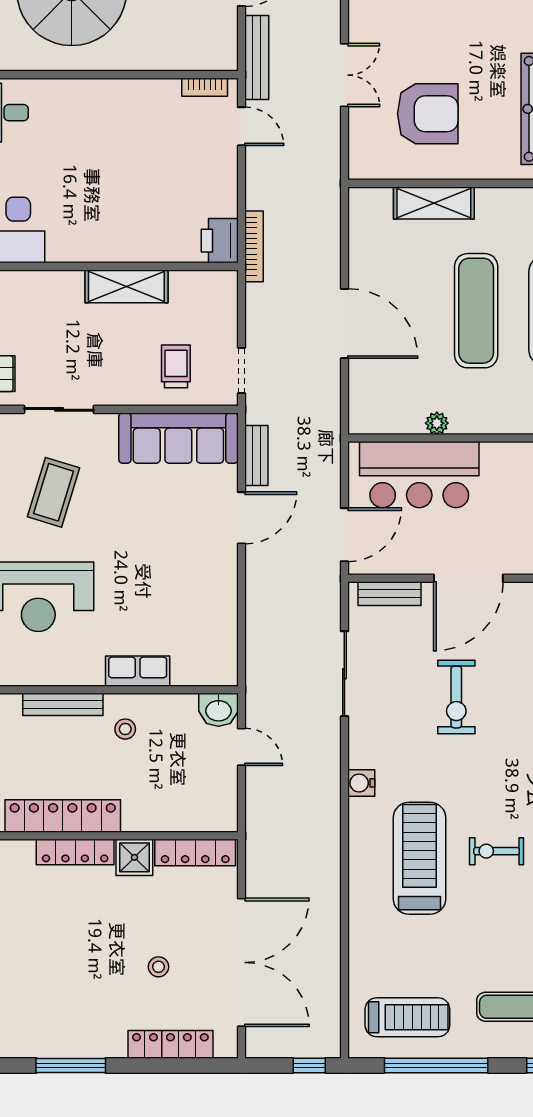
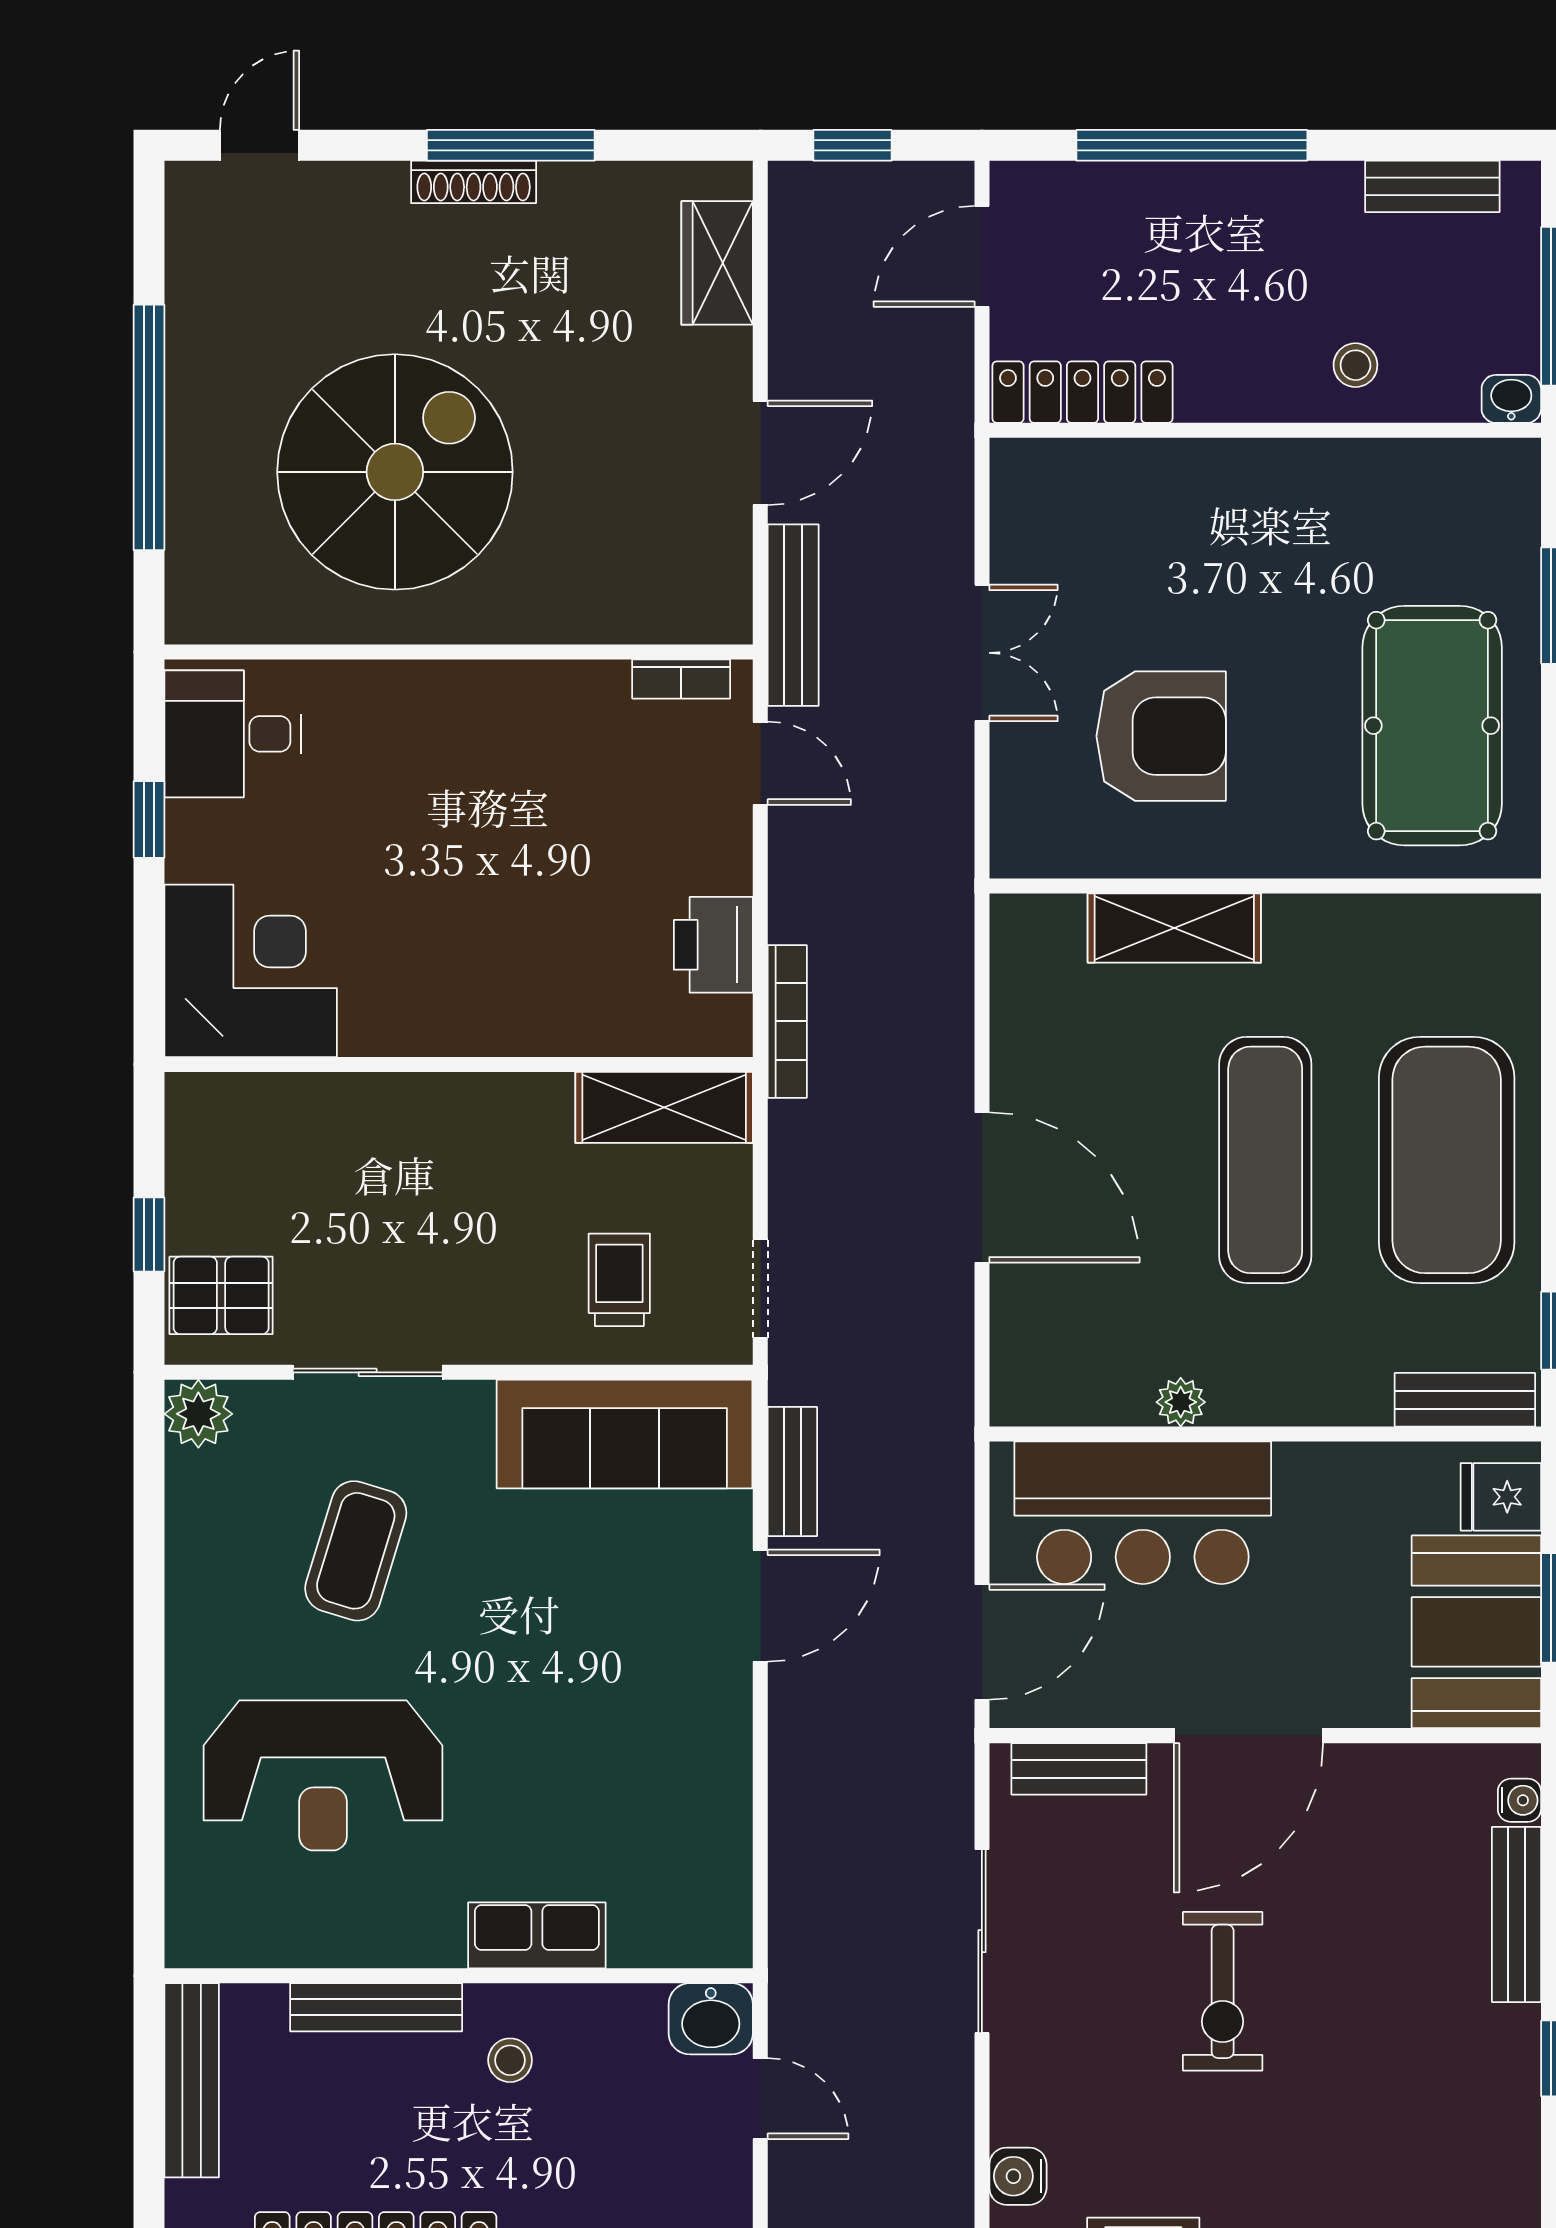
printer: (220, 241) -> (713, 945), moved
shelving: (126, 286) -> (664, 1107), moved

